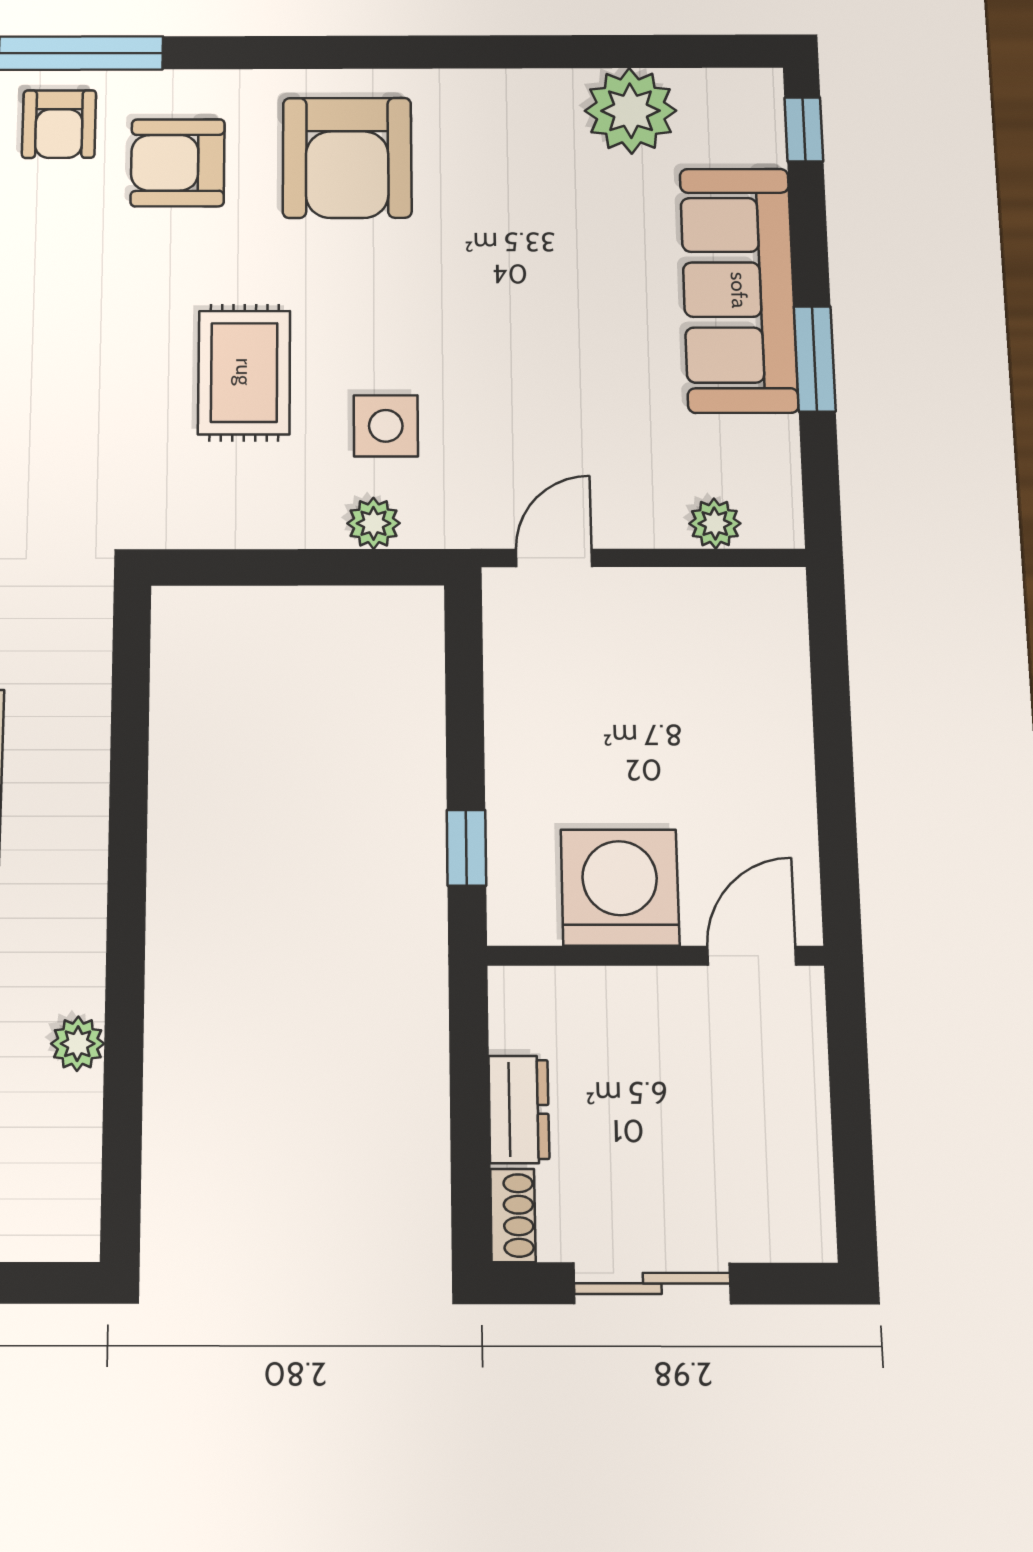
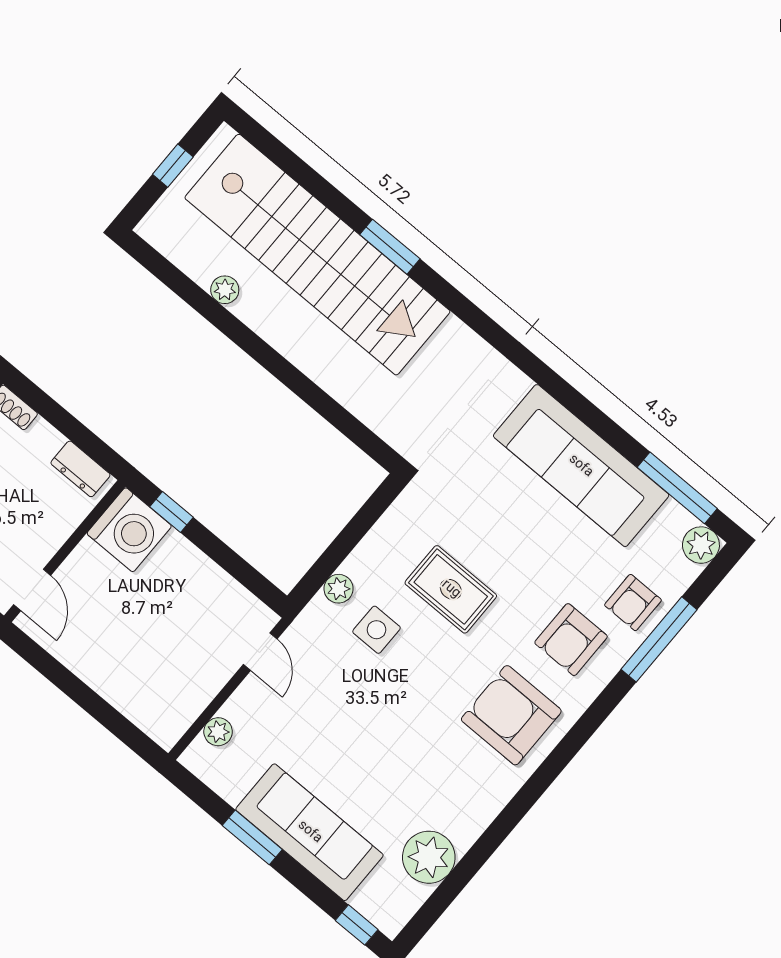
armchair: (59, 124) -> (633, 603), turned -90
armchair: (178, 163) -> (571, 640), turned 180
washing machine: (620, 887) -> (129, 530), moved
dresser: (519, 1109) -> (80, 469), moved

